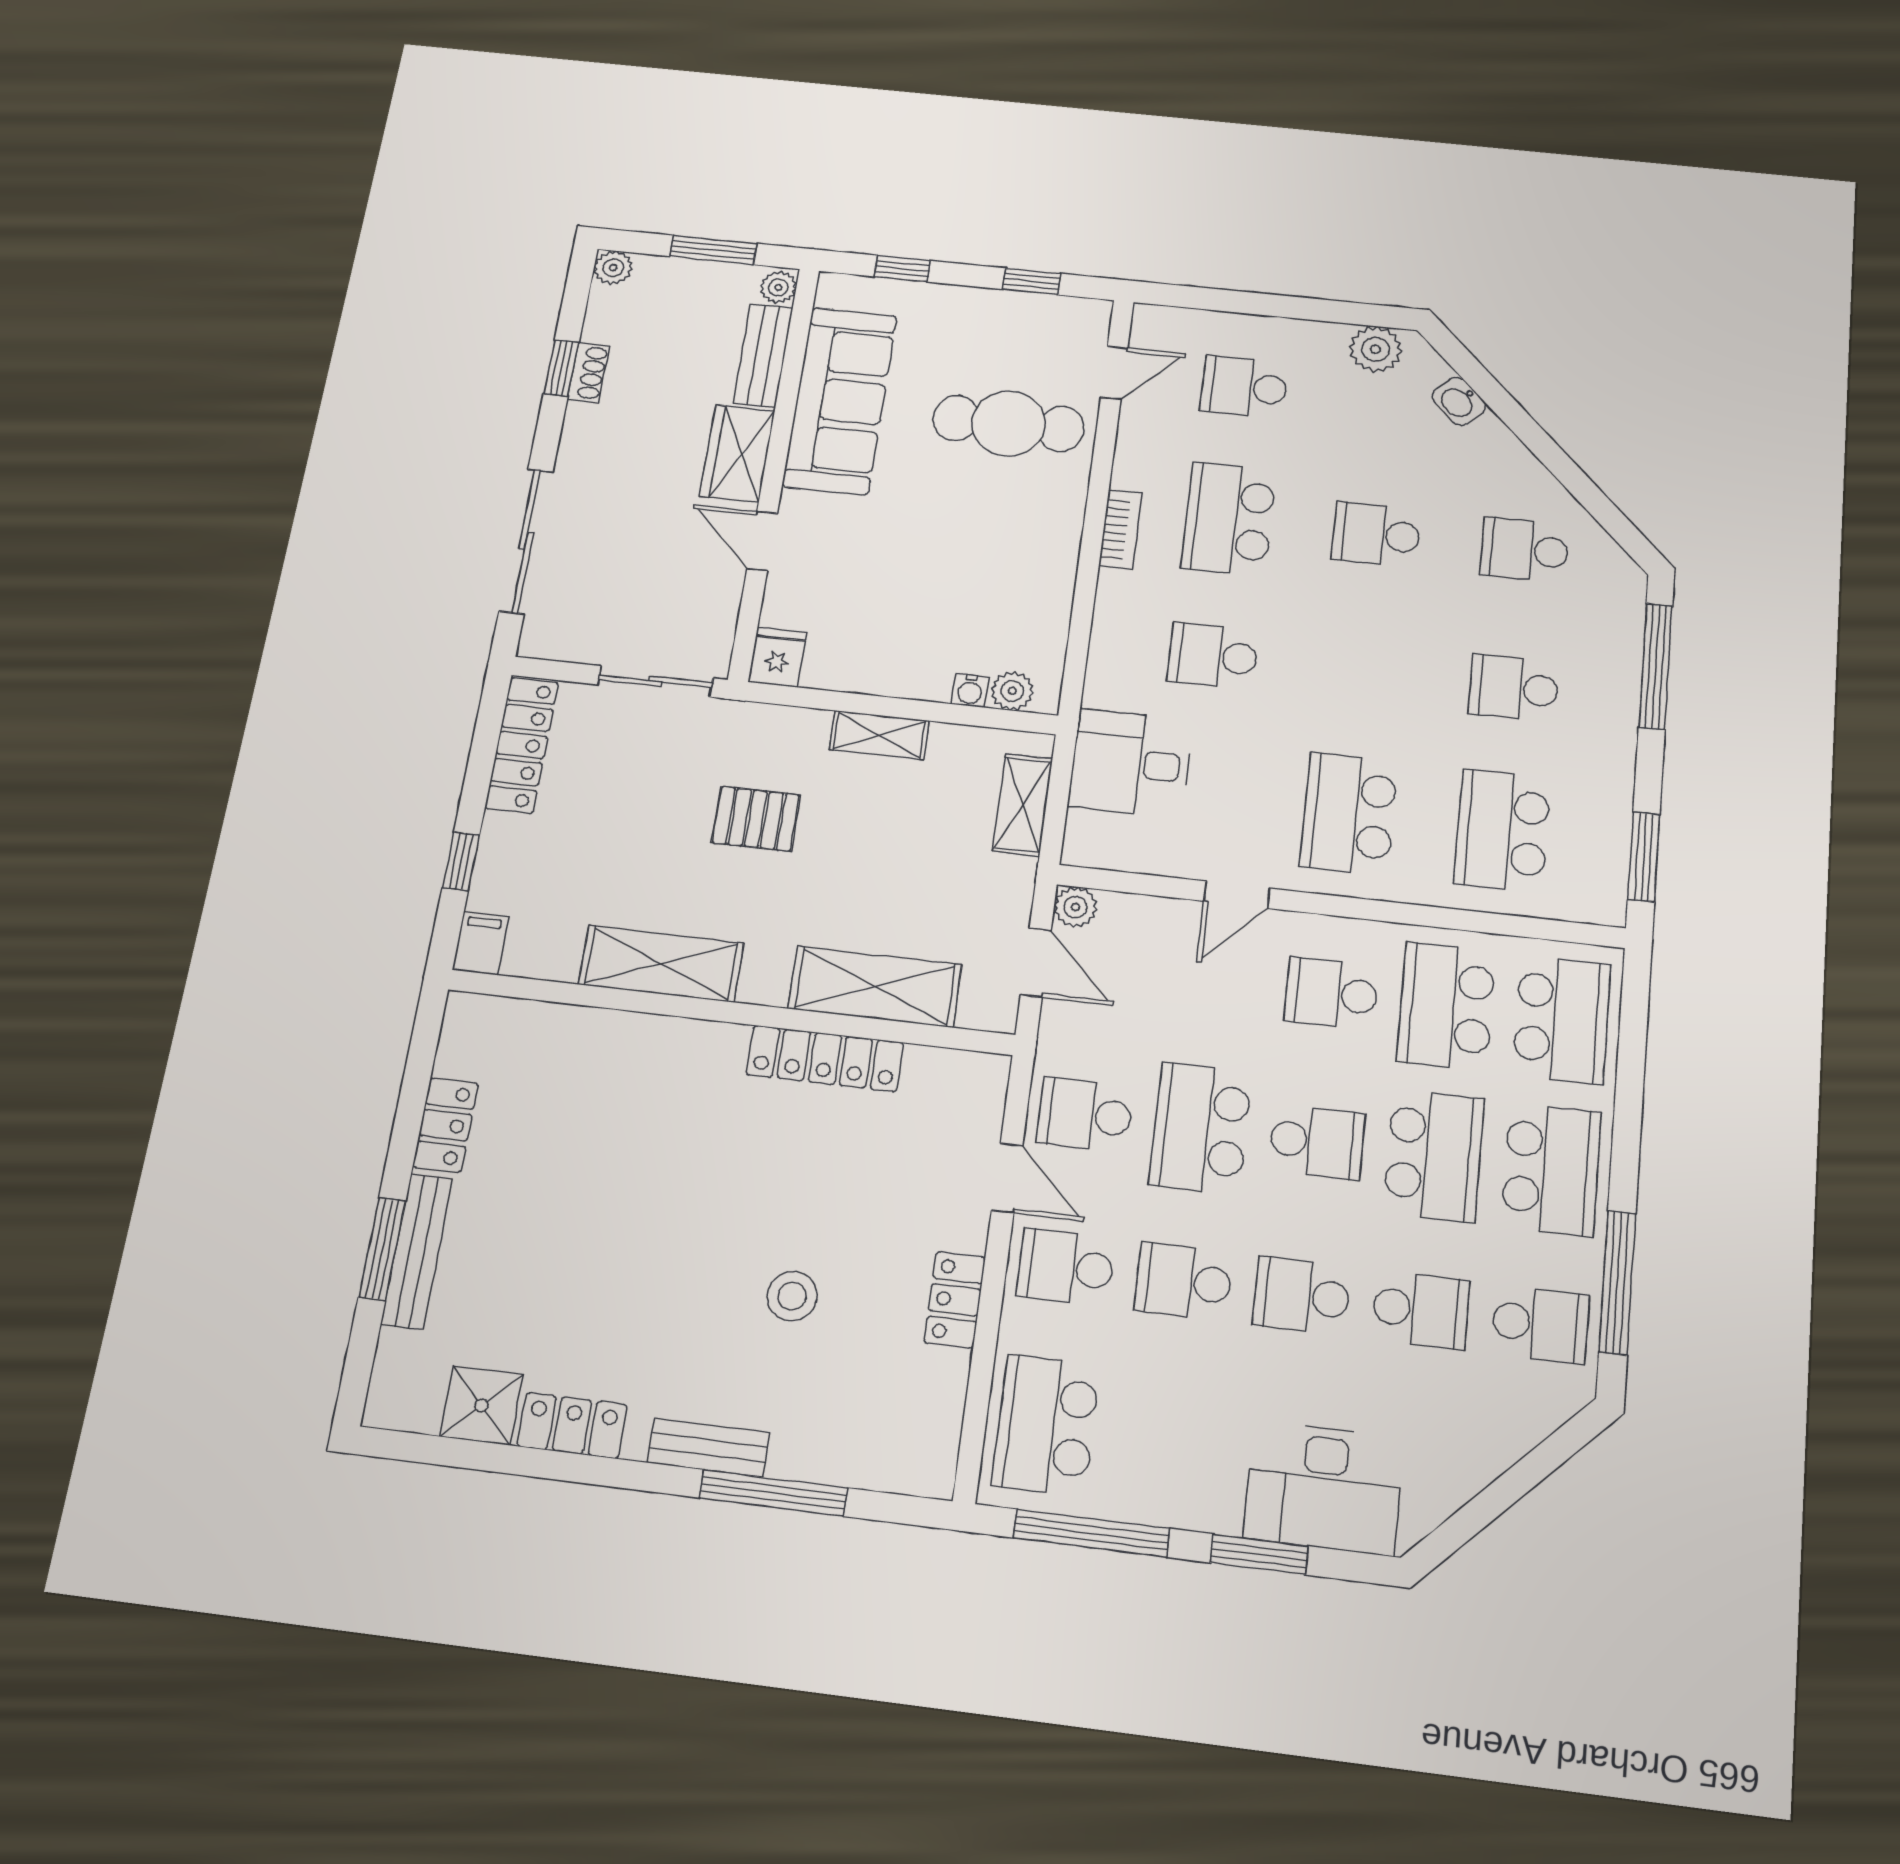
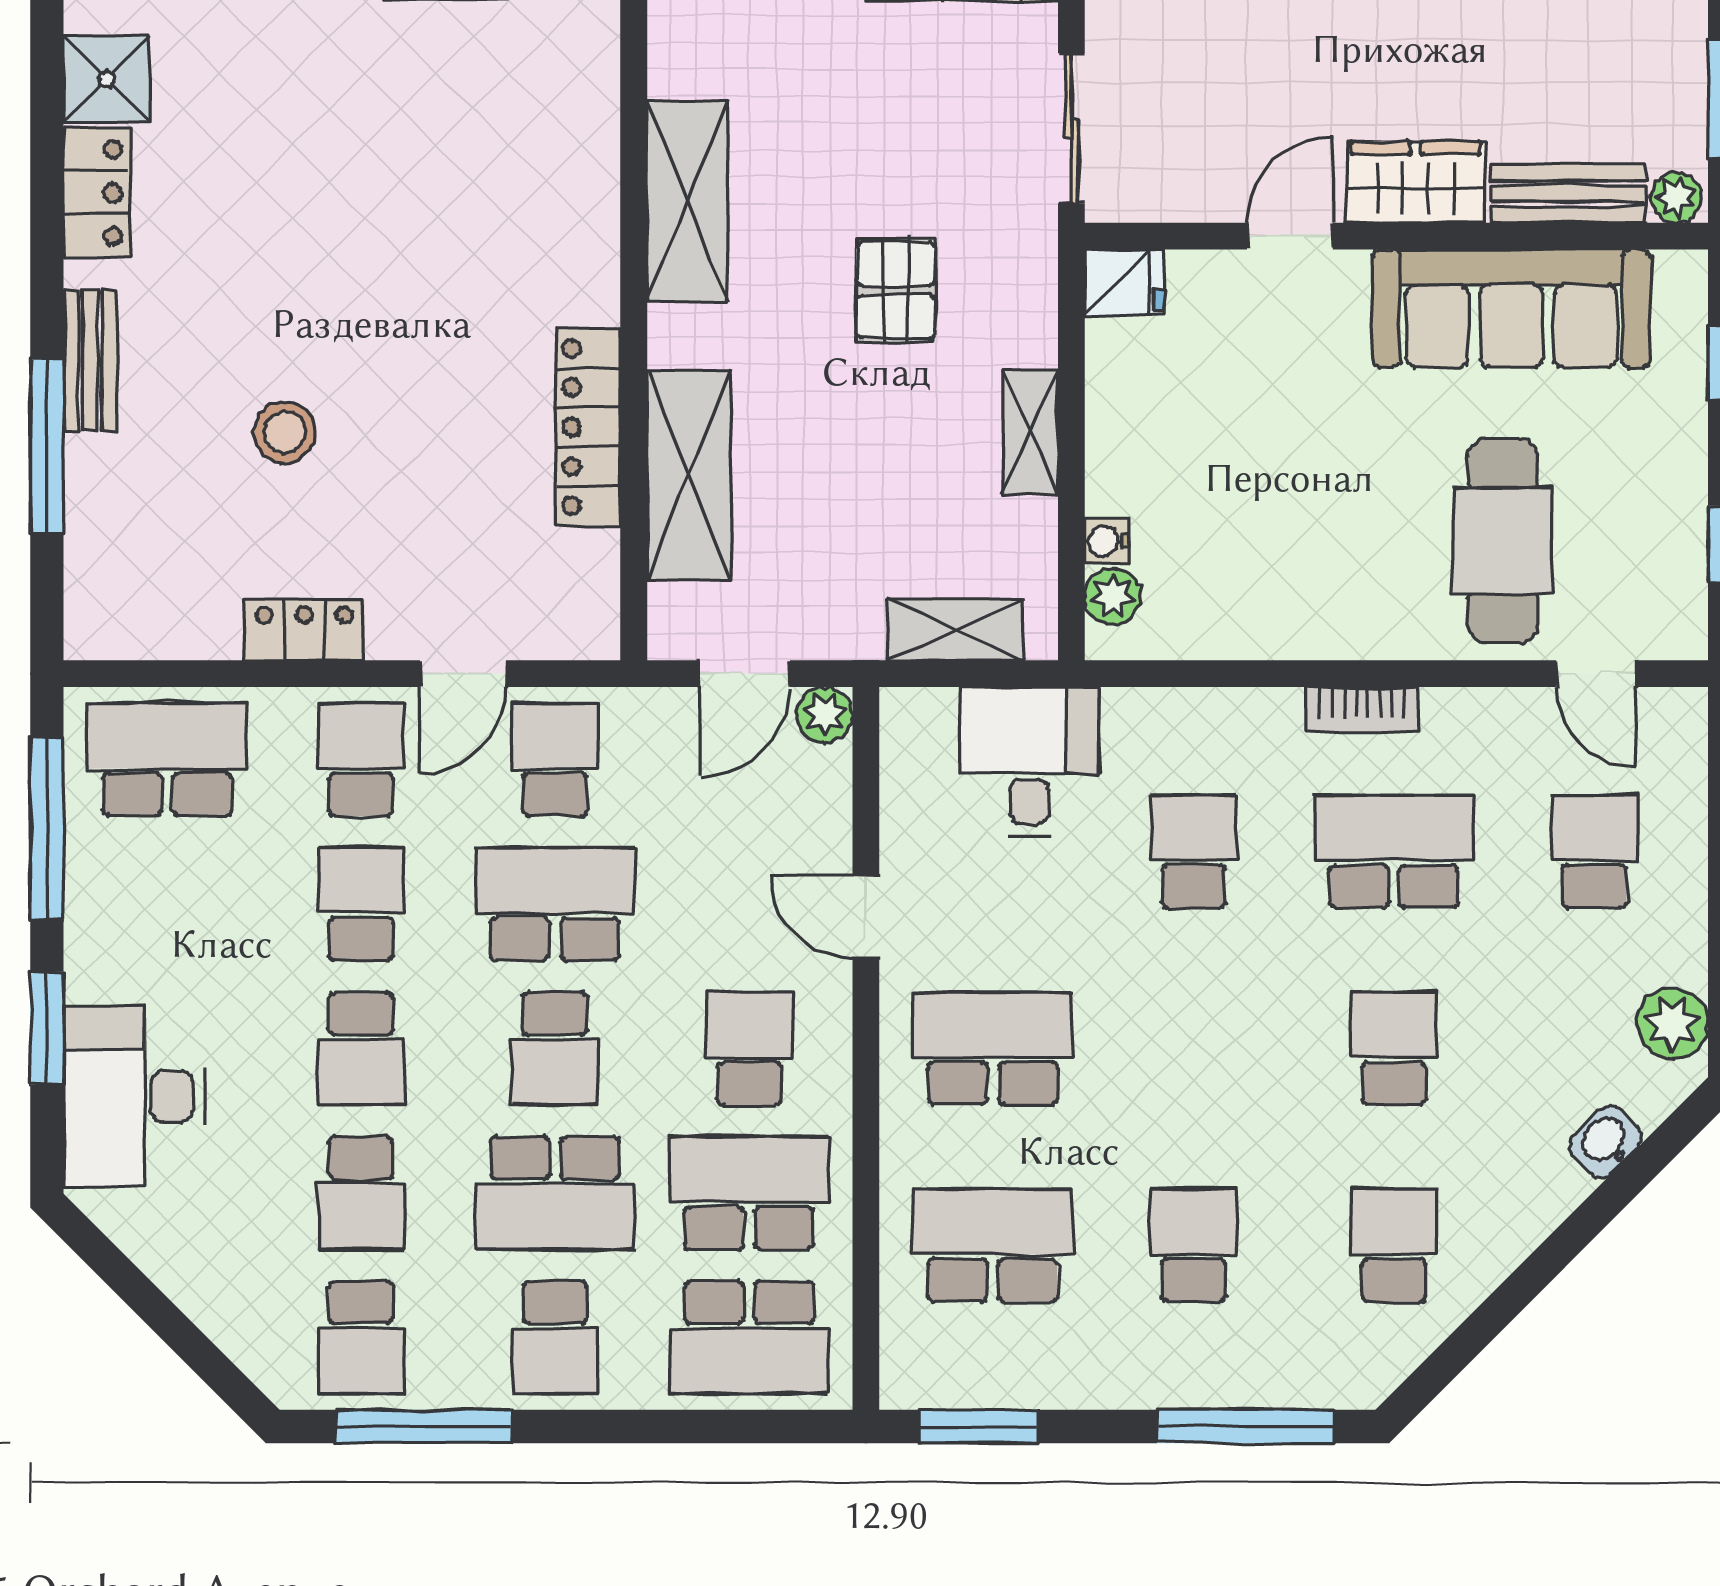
school desk: (1551, 1169) -> (555, 1337), width x0.54
school desk: (1302, 1296) -> (361, 1048), turned 180

